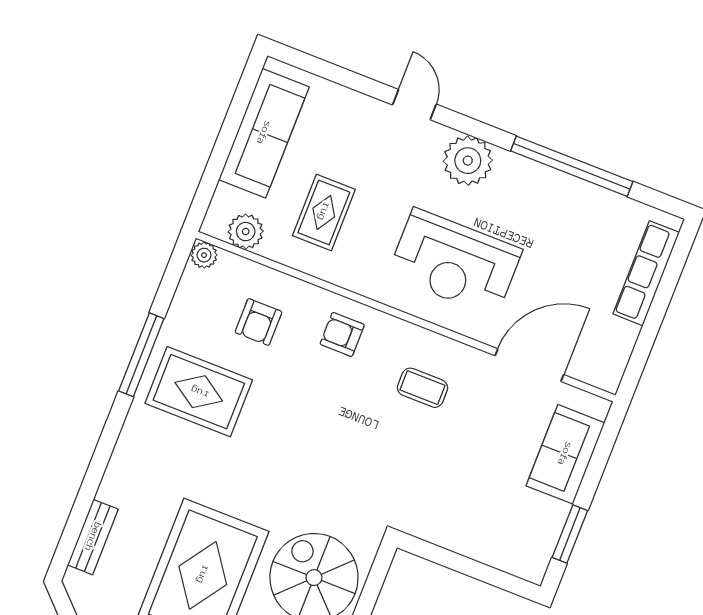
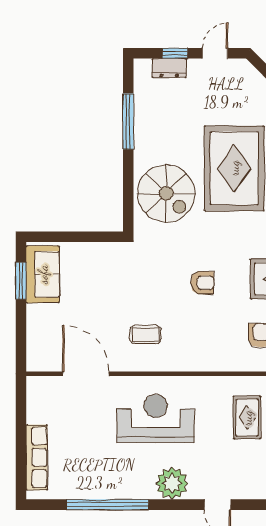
armchair: (342, 334) -> (202, 283), moved
door: (529, 365) -> (86, 374), swing flipped
sofa: (565, 454) -> (43, 274), moved

